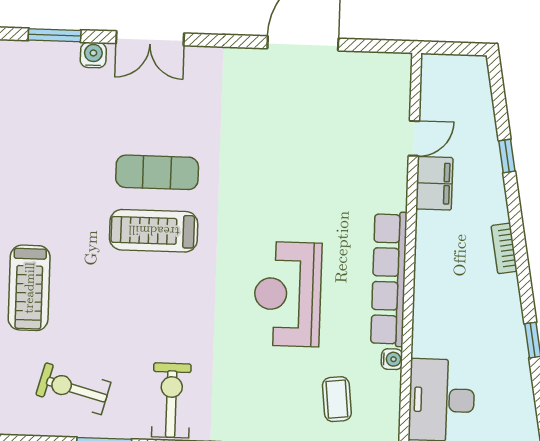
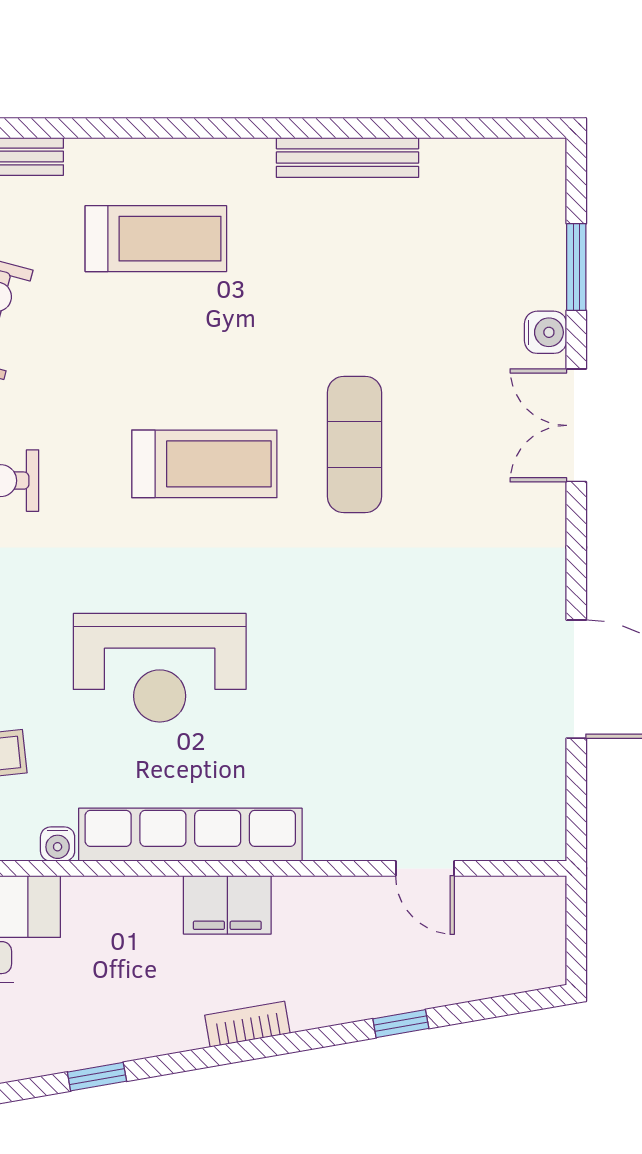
filing cabinet: (434, 183) -> (227, 905), moved
treadmill: (154, 231) -> (204, 464), moved, turned 90
treadmill: (29, 288) -> (156, 239), turned 180
reception desk: (288, 294) -> (160, 668), turned 180

